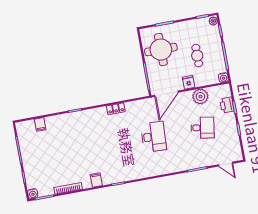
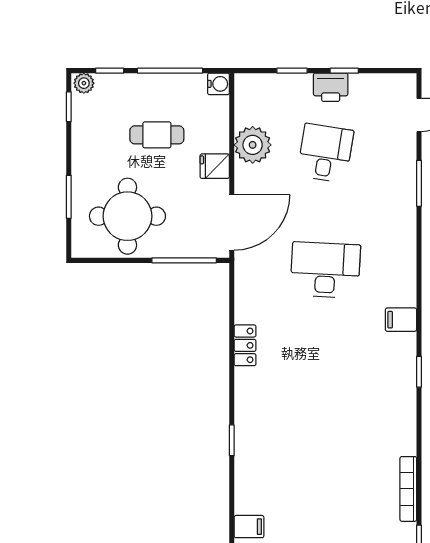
door: (166, 94) -> (232, 222), hinge flipped
printer: (227, 105) -> (331, 87), moved
filing cabinet: (96, 180) -> (401, 320), moved

